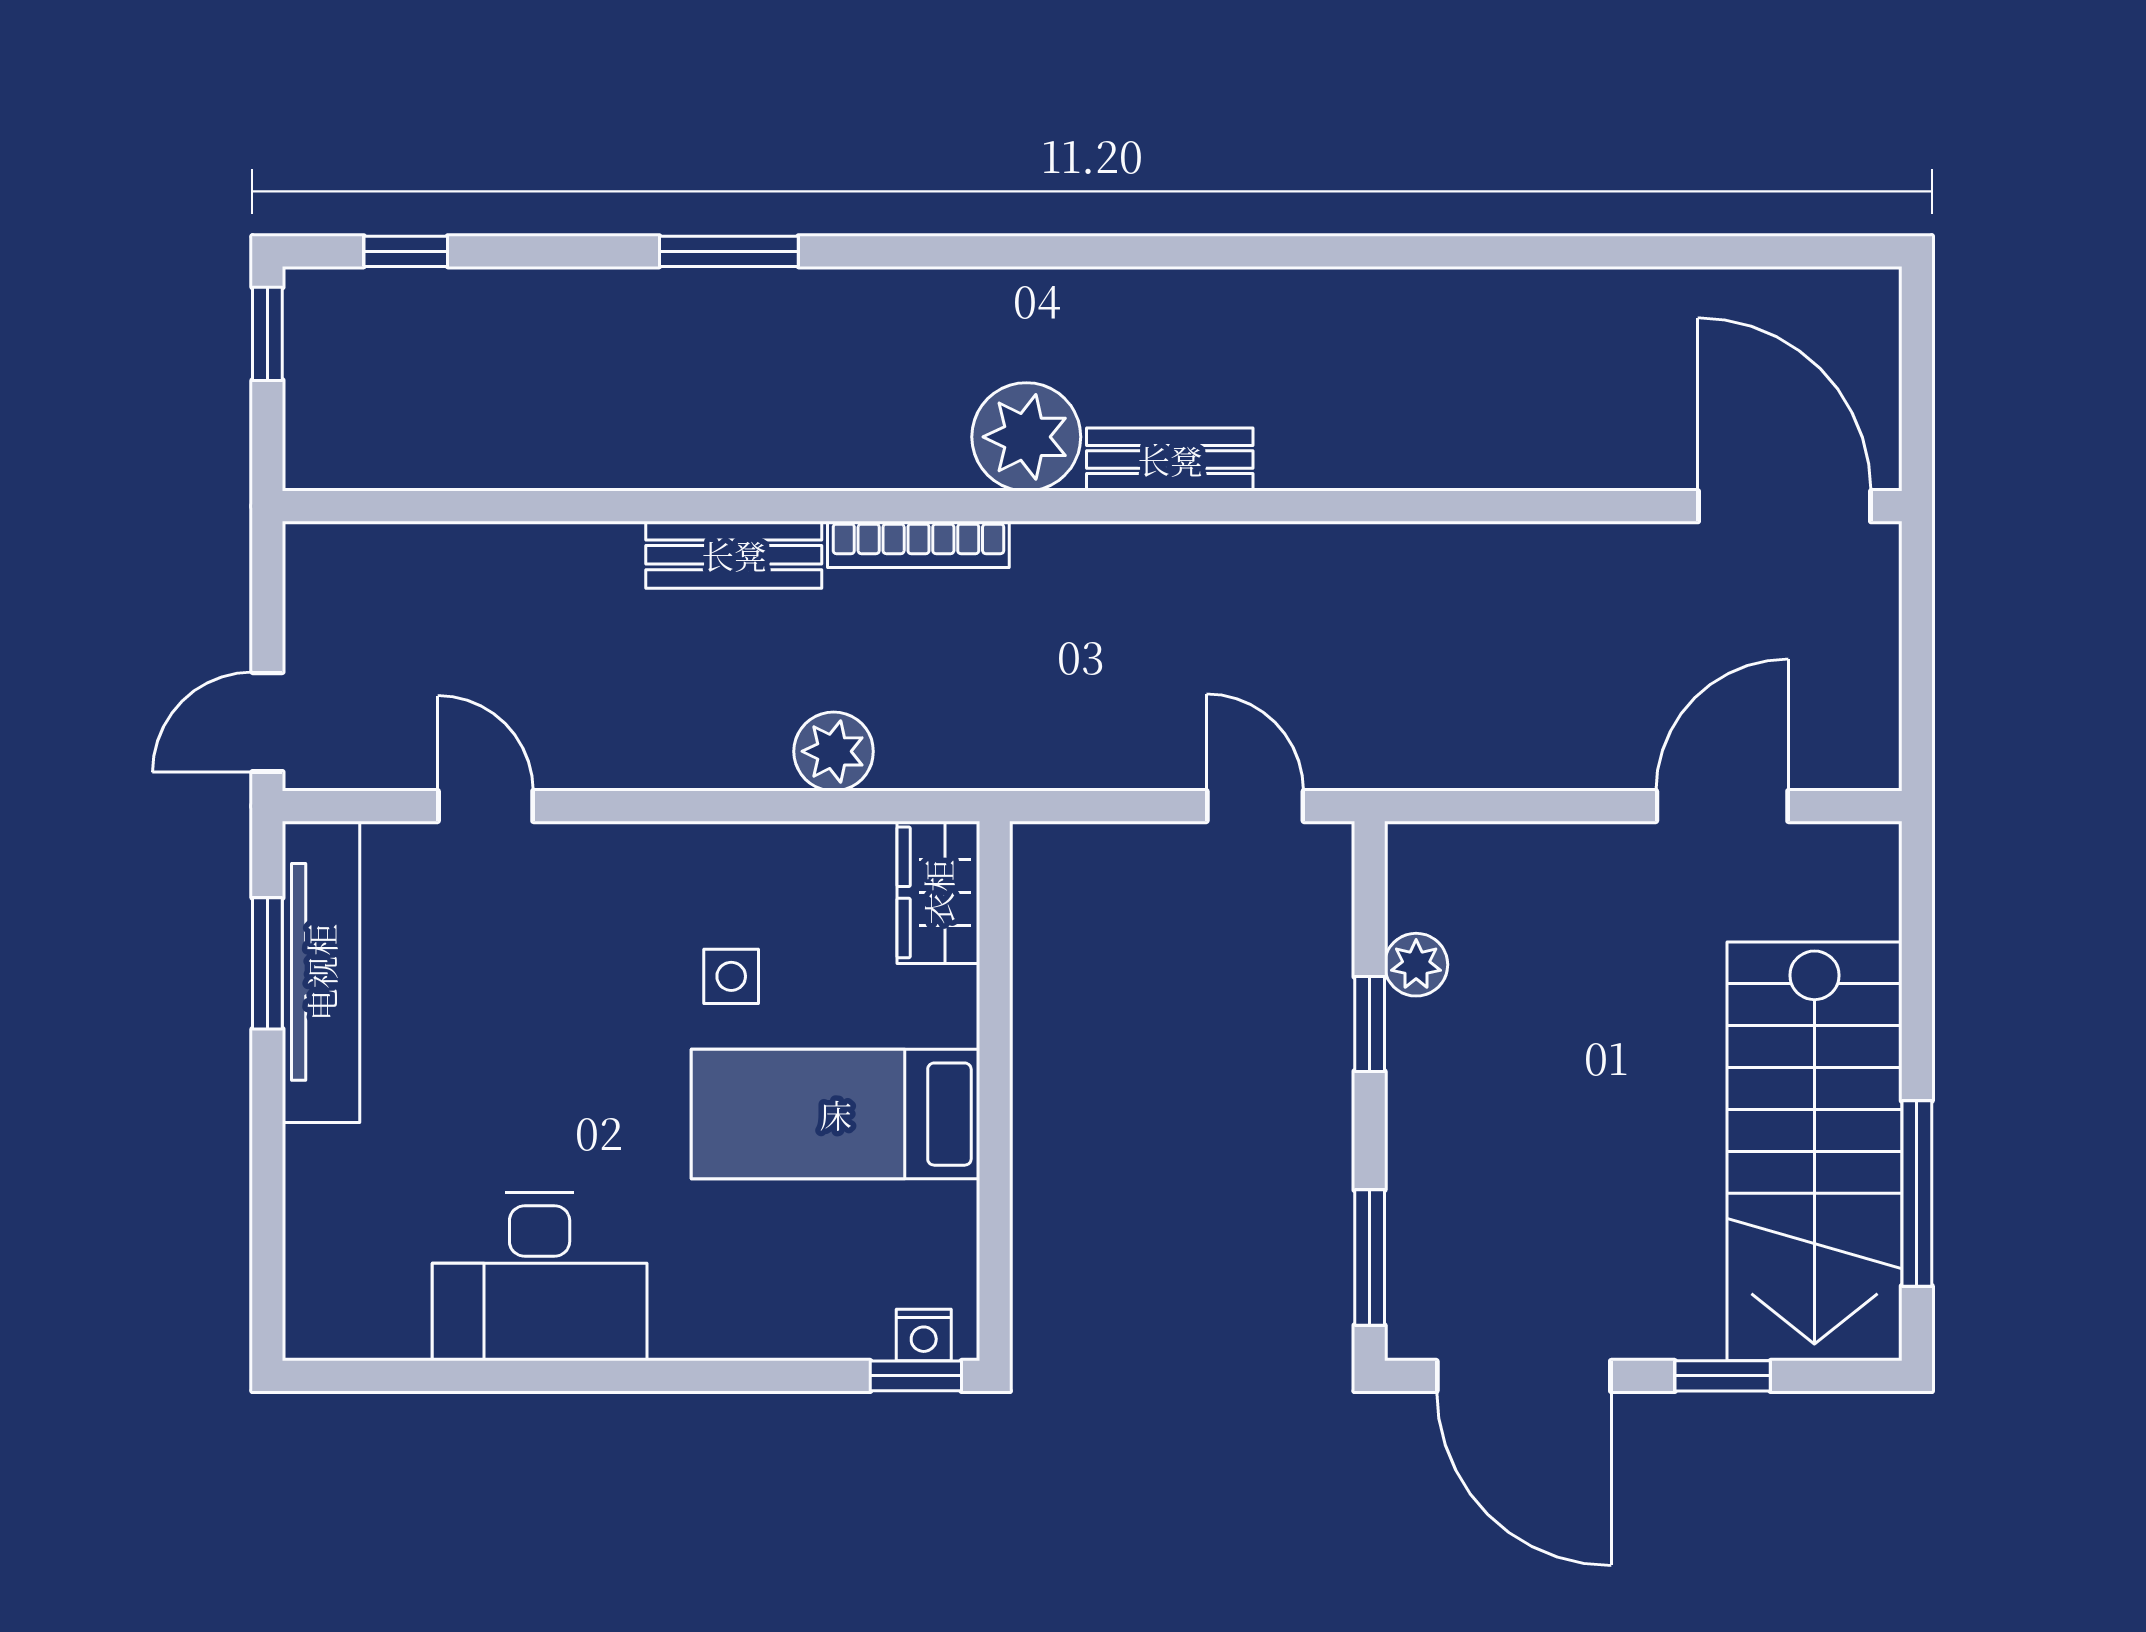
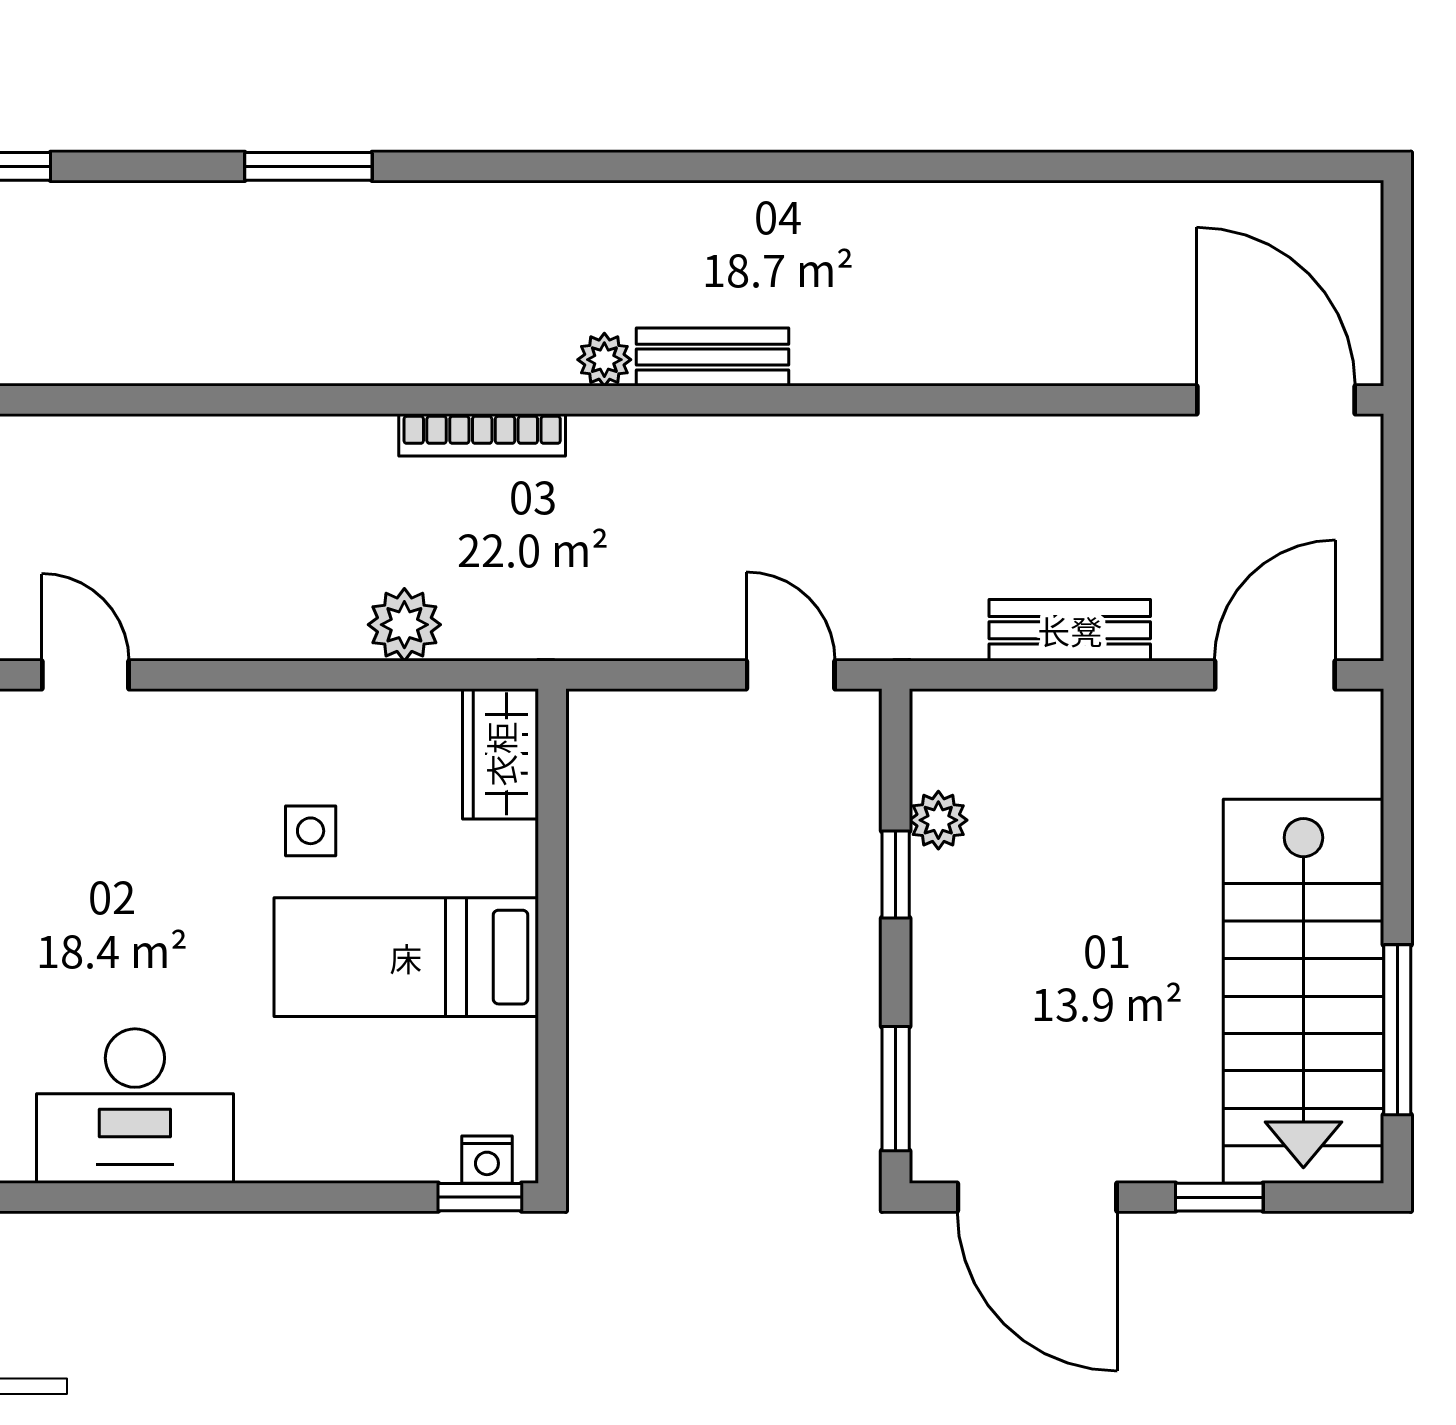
plant: (1026, 437) -> (604, 360), width x0.53, depth x0.53
bench: (734, 555) -> (1070, 630), moved
door: (1722, 806) -> (1275, 675), moved

